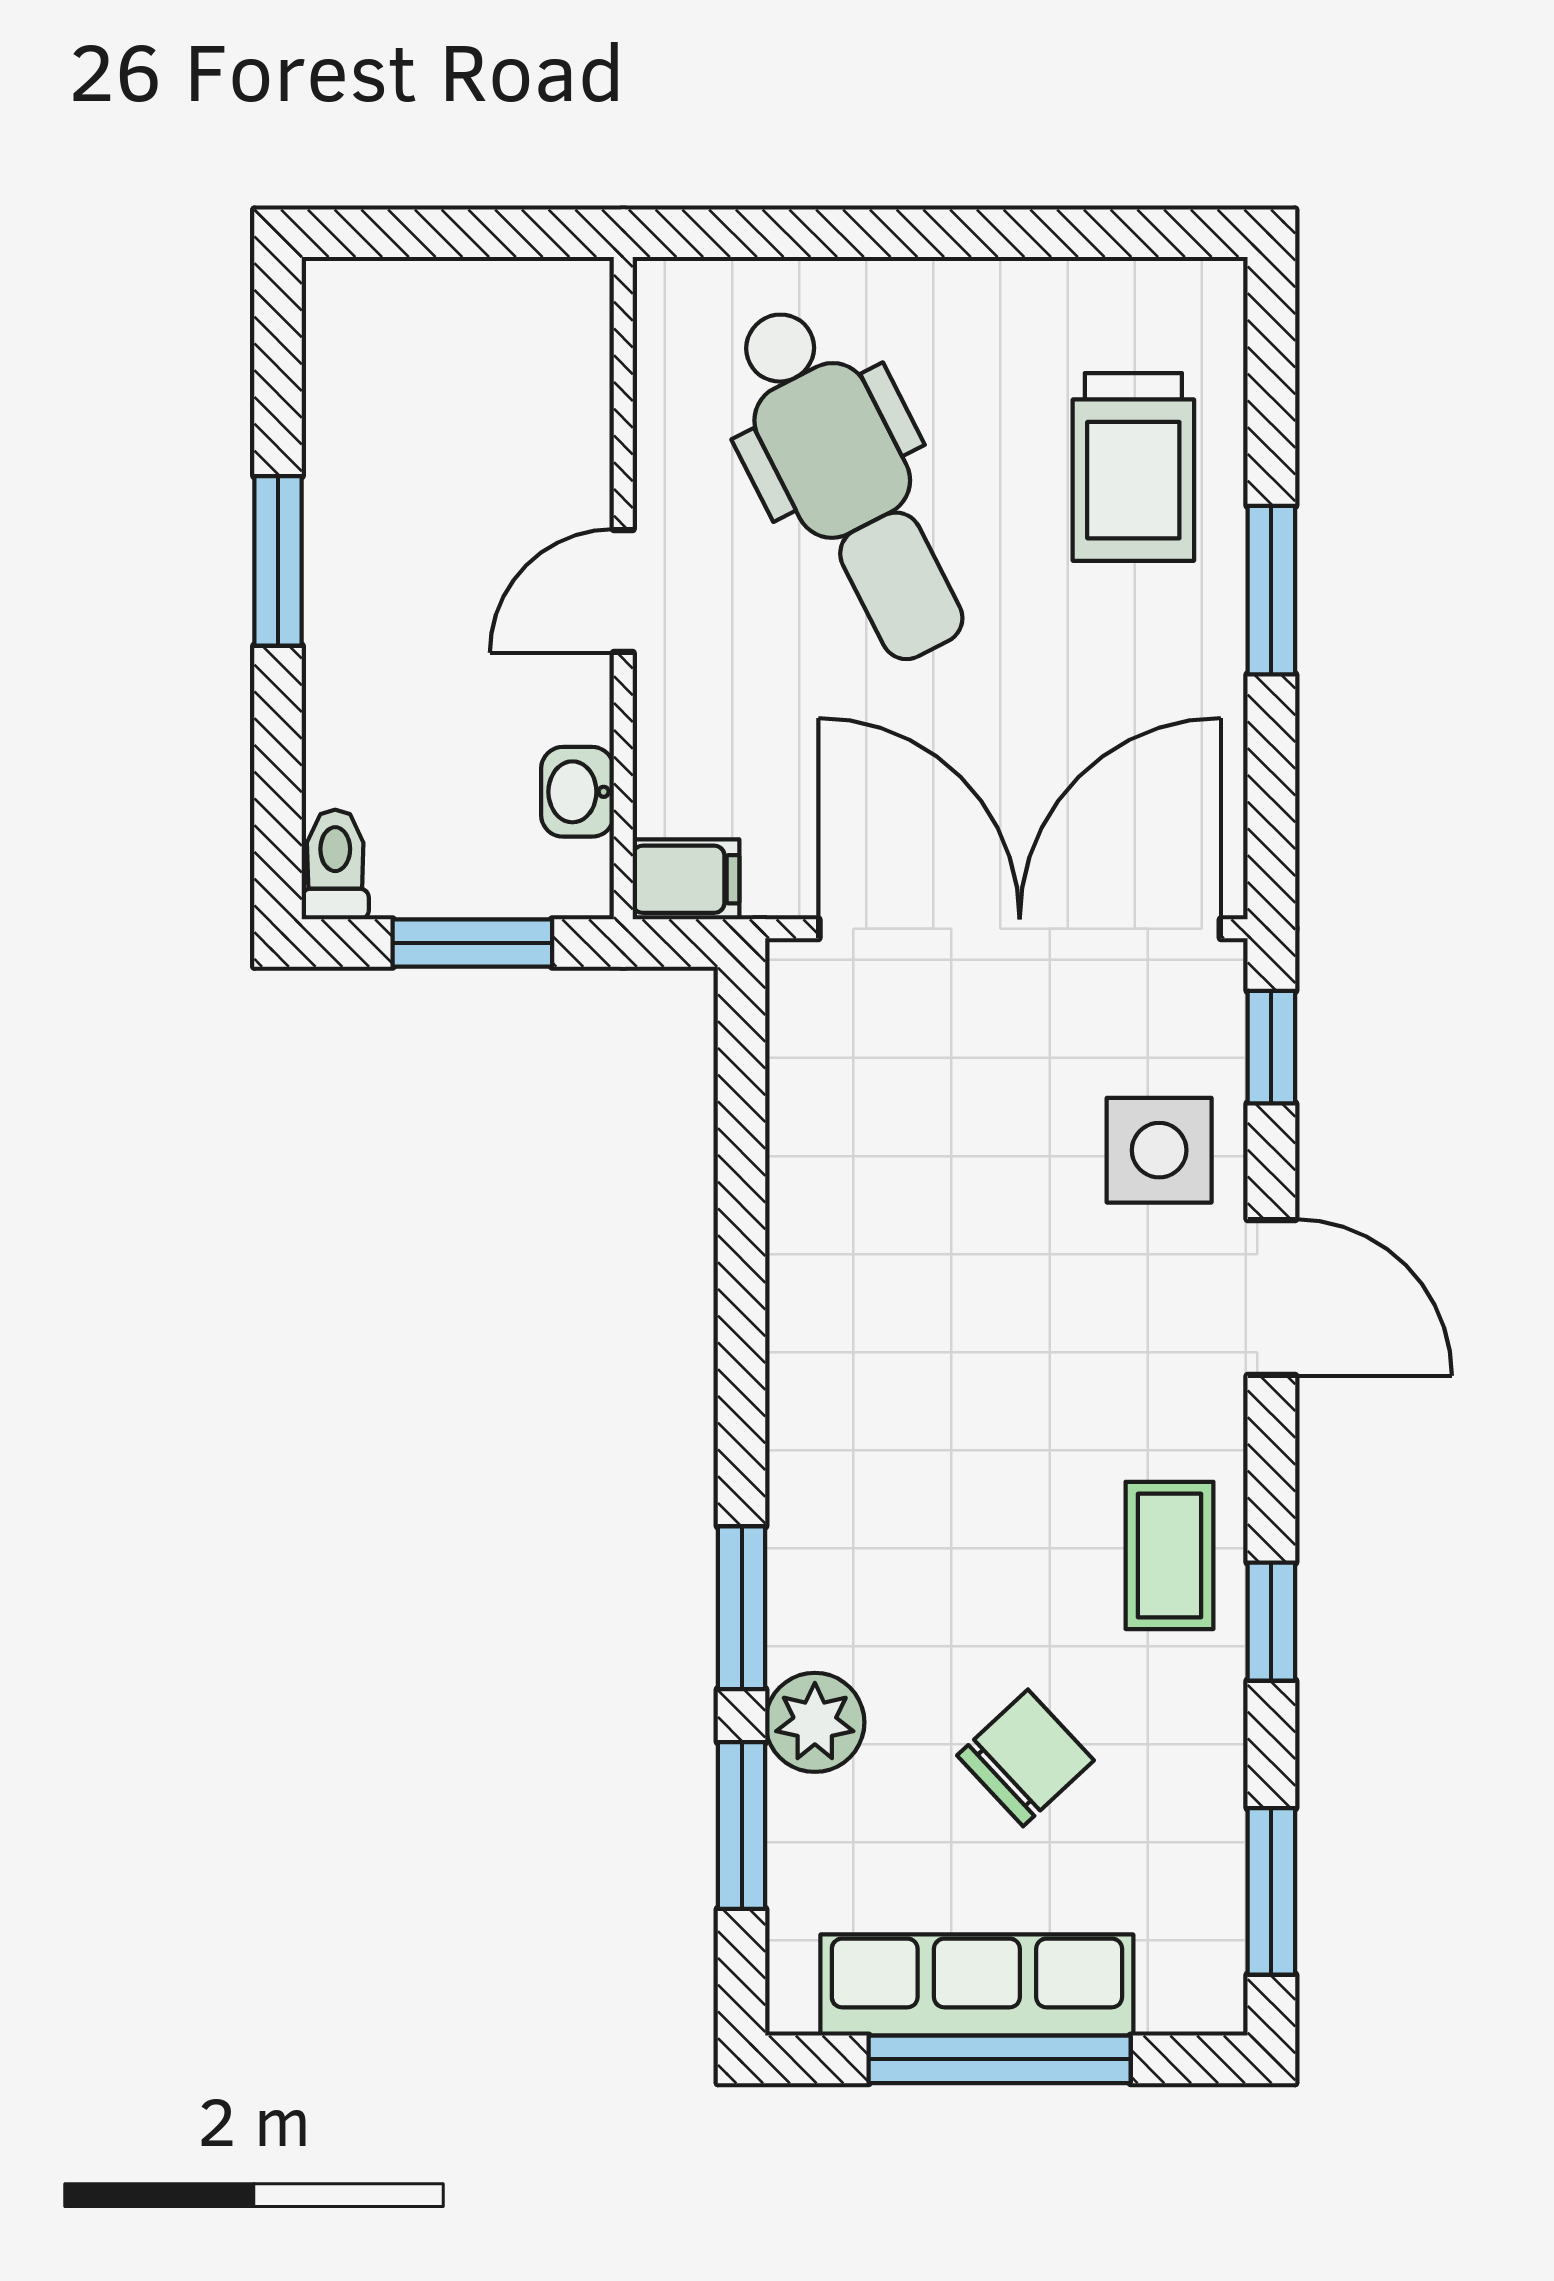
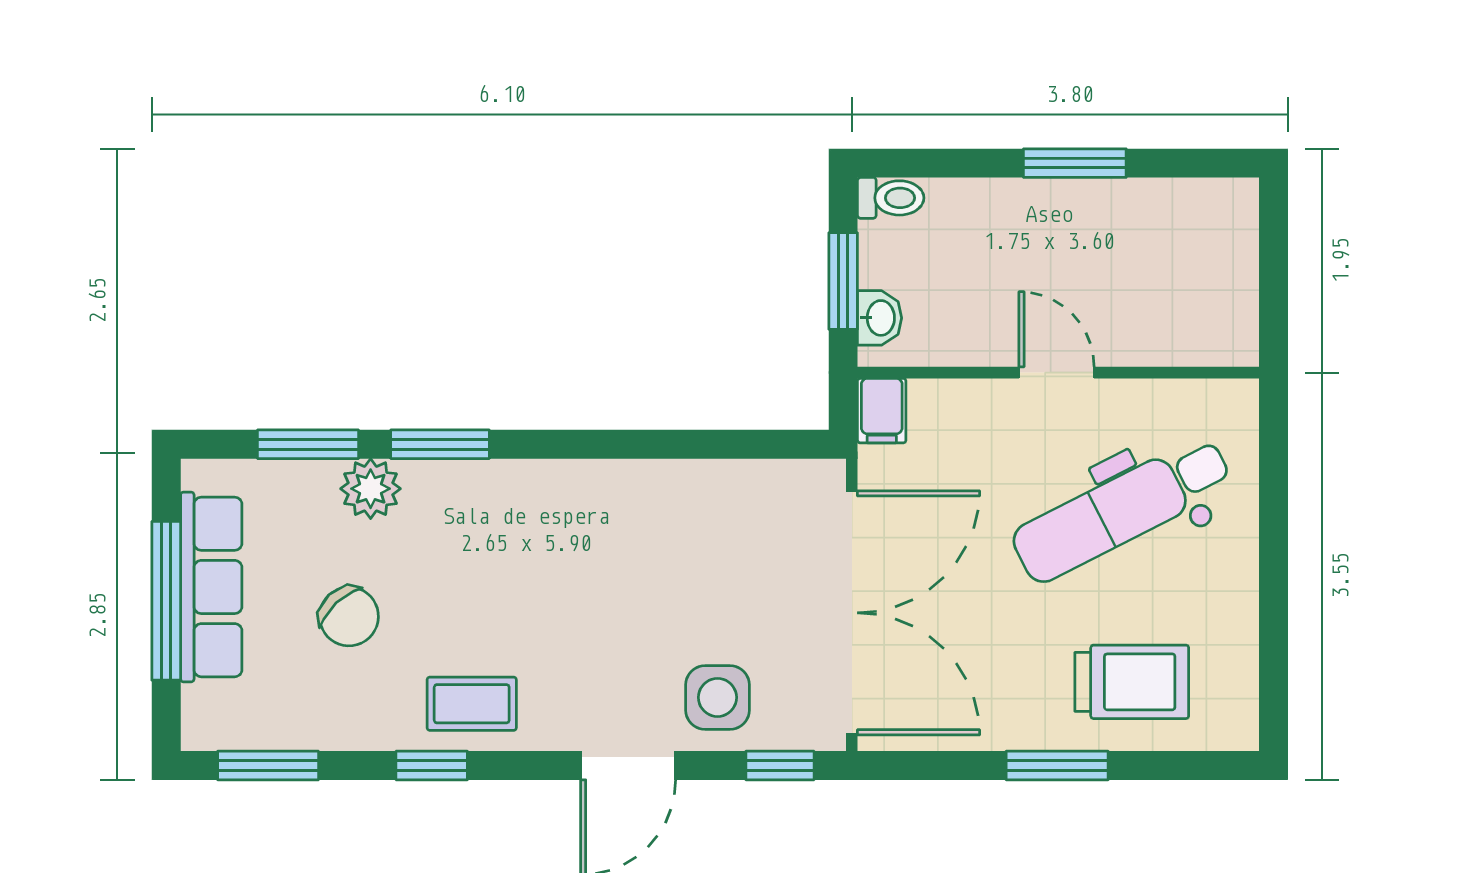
trolley: (1133, 467) -> (1132, 682), turned 180
washbasin: (577, 792) -> (880, 318), moved, turned 90

